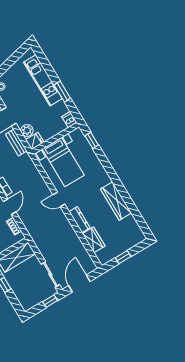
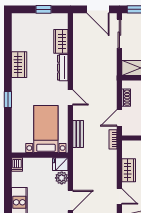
window: (62, 92) -> (8, 194), removed
window: (92, 140) -> (8, 99), moved
bench: (16, 143) -> (78, 134), moved
wardrobe: (116, 201) -> (19, 65), width x0.67
door: (79, 284) -> (98, 9), hinge flipped

